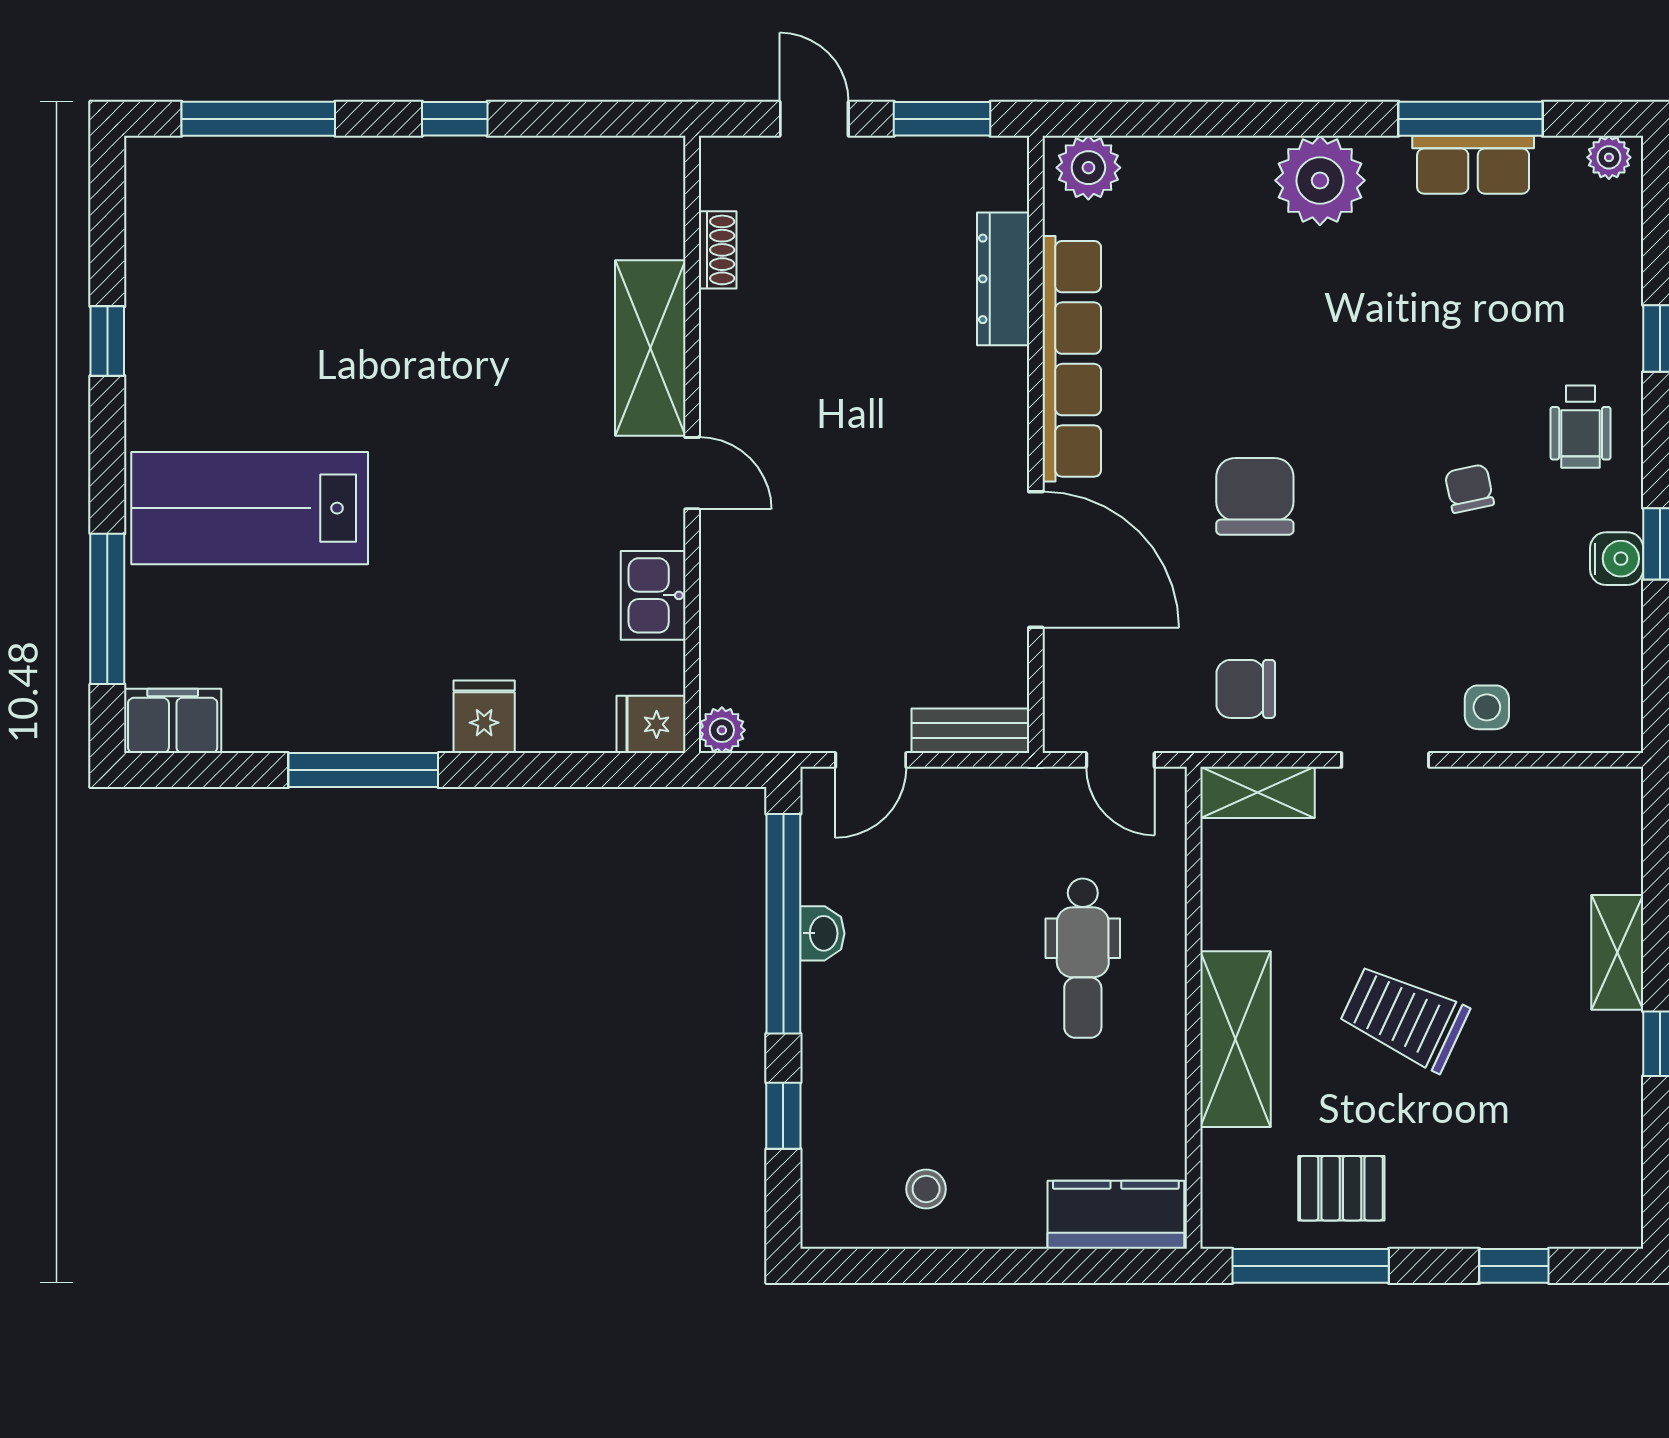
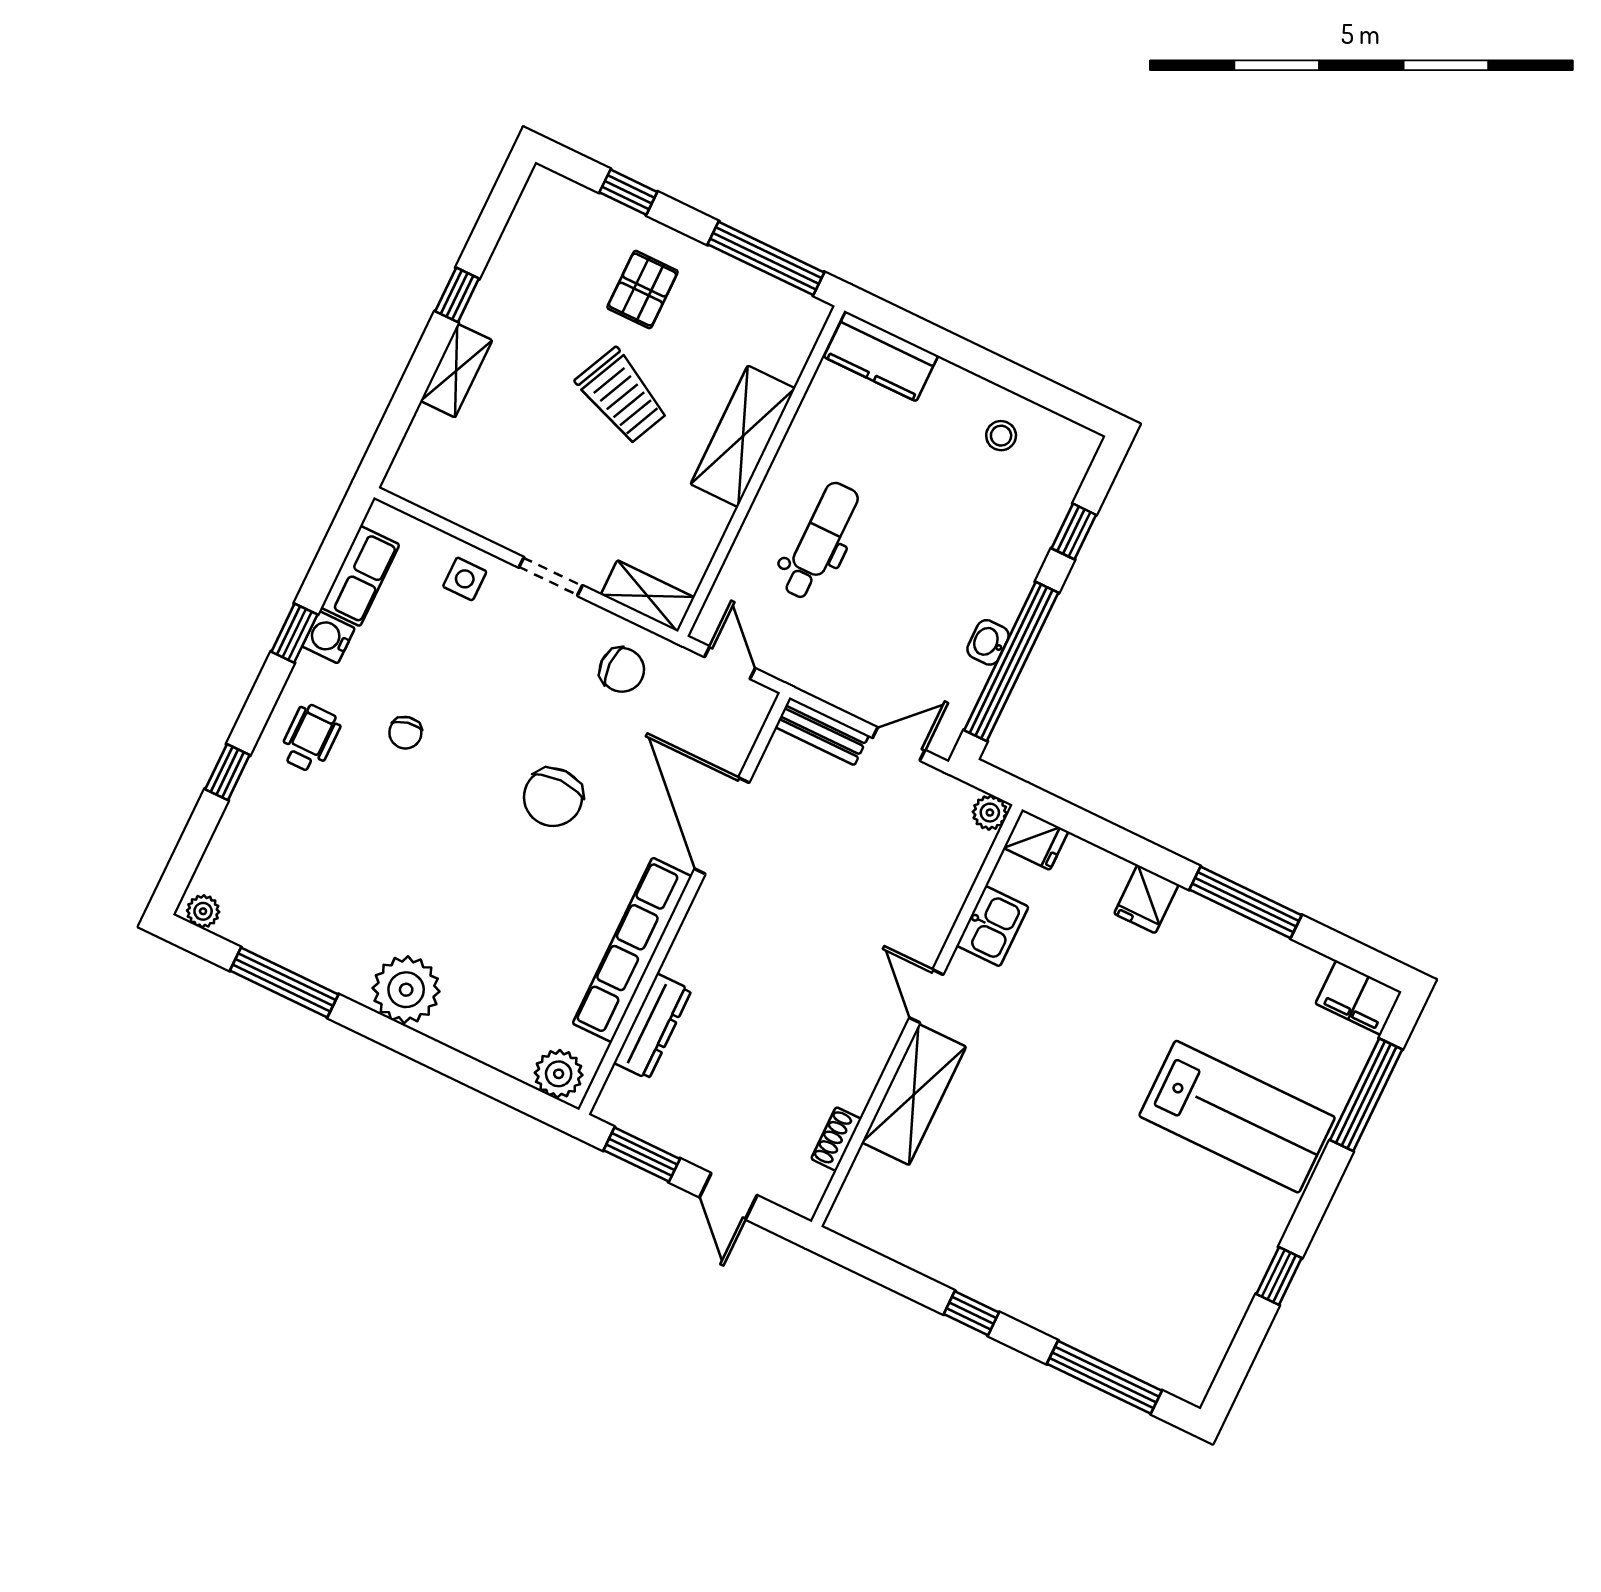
row of seats: (1473, 165) -> (360, 576), moved, turned 90
pallet: (1341, 1188) -> (643, 290), moved, turned 90

